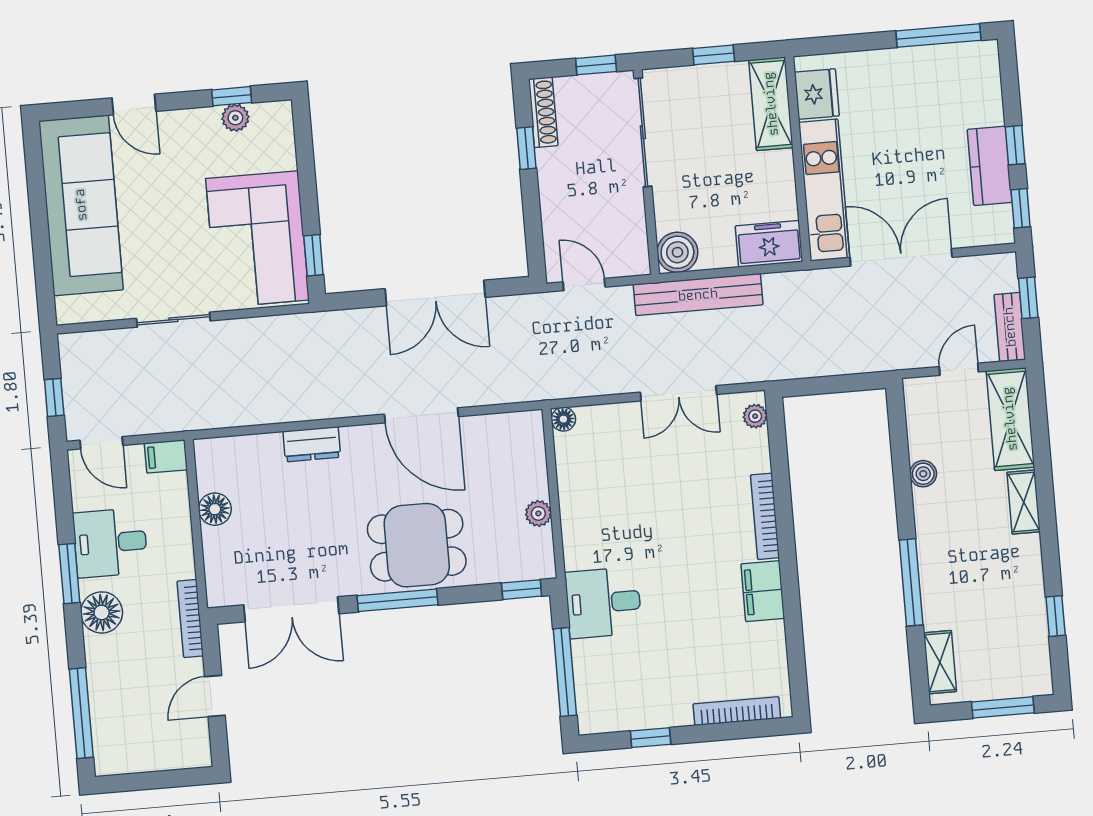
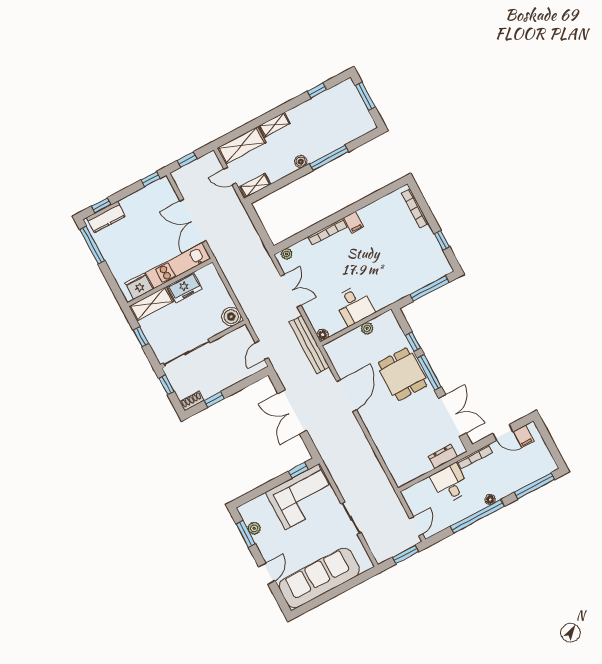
window: (232, 96) -> (246, 534), width x1.50
shoe rack: (543, 112) -> (192, 401), width x0.70
window: (1015, 145) -> (101, 205), moved
kitchen counter: (990, 166) -> (106, 217), moved
freezer: (769, 244) -> (185, 287), moved, turned -90
double door: (435, 293) -> (292, 412), swing flipped
bench: (698, 295) -> (309, 345), moved
bench: (1010, 327) -> (203, 162), removed
window: (54, 397) -> (405, 555), width x1.50
dresser: (312, 444) -> (443, 456), moved, turned -90
filing cabinet: (166, 456) -> (524, 436), moved
boiler: (923, 474) -> (301, 162), moved
floor lamp: (215, 509) -> (424, 466), removed
desk: (110, 543) -> (450, 483), moved, turned 180
window: (69, 574) -> (477, 516), width x2.11
window: (522, 590) -> (413, 342), moved
filing cabinet: (763, 591) -> (354, 222), width x0.50
desk: (603, 603) -> (354, 305), moved
floor lamp: (102, 612) -> (490, 500), width x0.53, depth x0.53
shelving: (940, 662) -> (255, 186), moved

